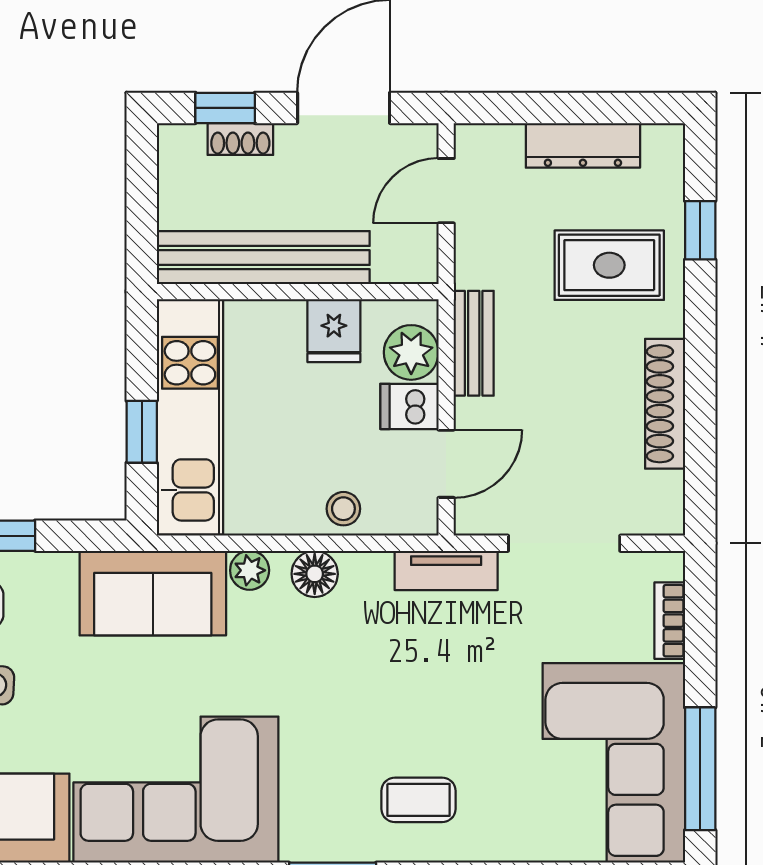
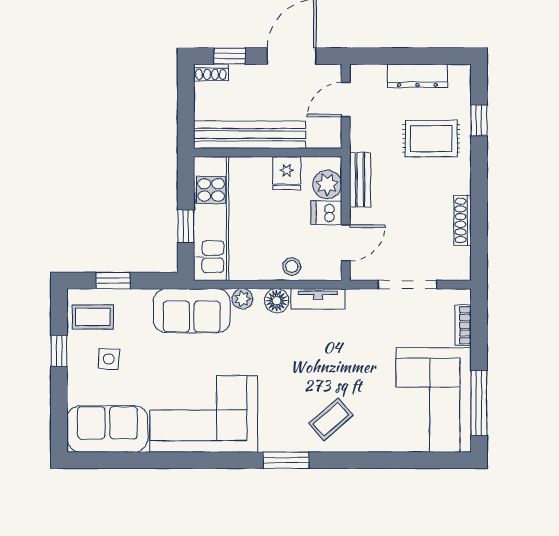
shoe rack: (240, 139) -> (211, 72), moved
shoe rack: (665, 404) -> (462, 220), width x0.74, depth x0.81
tv unit: (446, 570) -> (318, 299), moved
coffee table: (418, 800) -> (331, 419), turned -41

